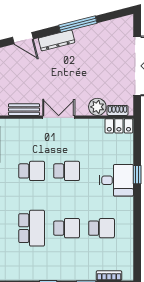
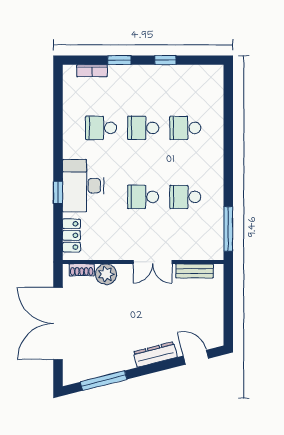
window: (78, 24) -> (104, 381), moved
locker: (119, 126) -> (71, 235), moved, turned 90
desk: (116, 180) -> (83, 186), width x1.37
school desk: (32, 228) -> (185, 128), width x0.54

